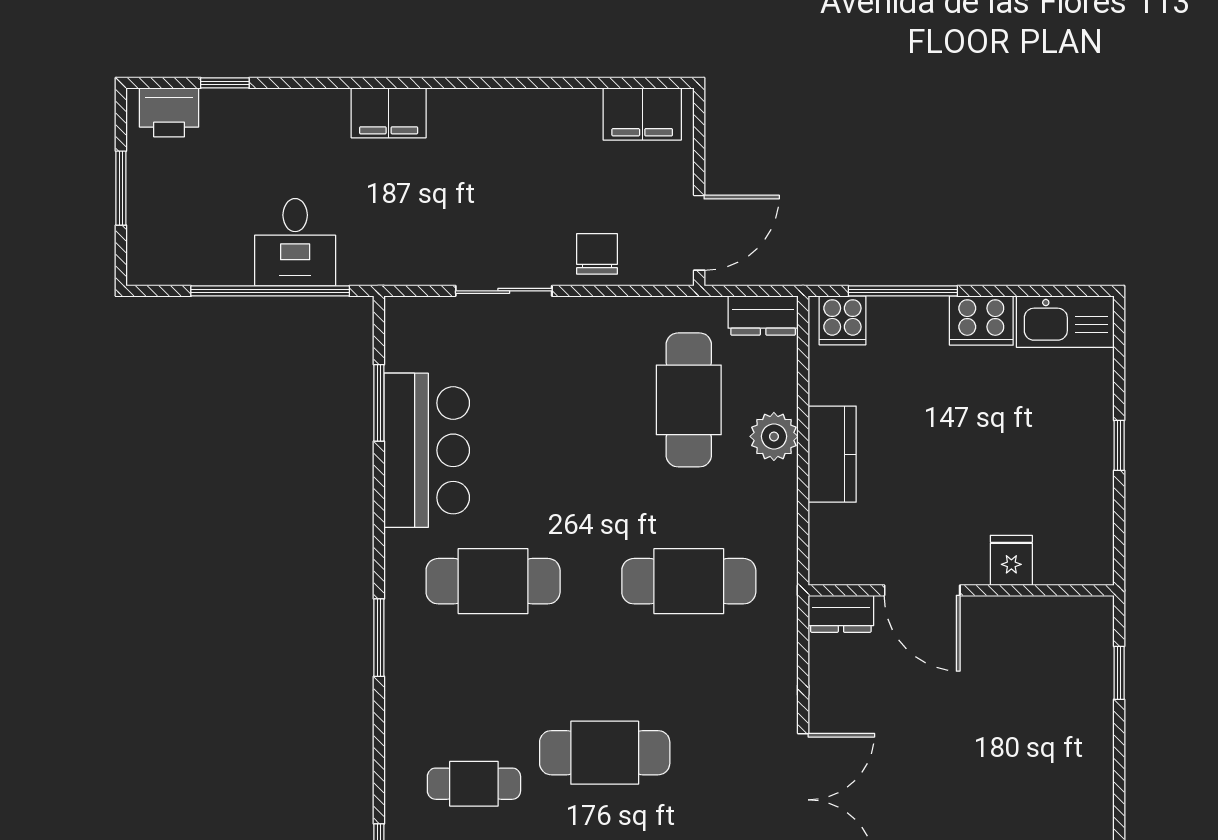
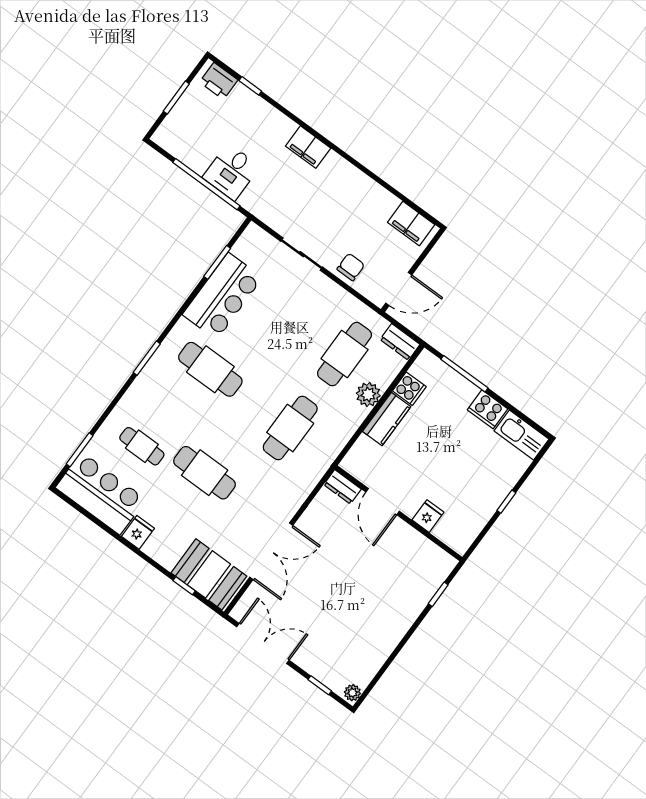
cooker: (842, 320) -> (409, 389), moved, turned -90
cafe table: (689, 581) -> (290, 428), turned 90

